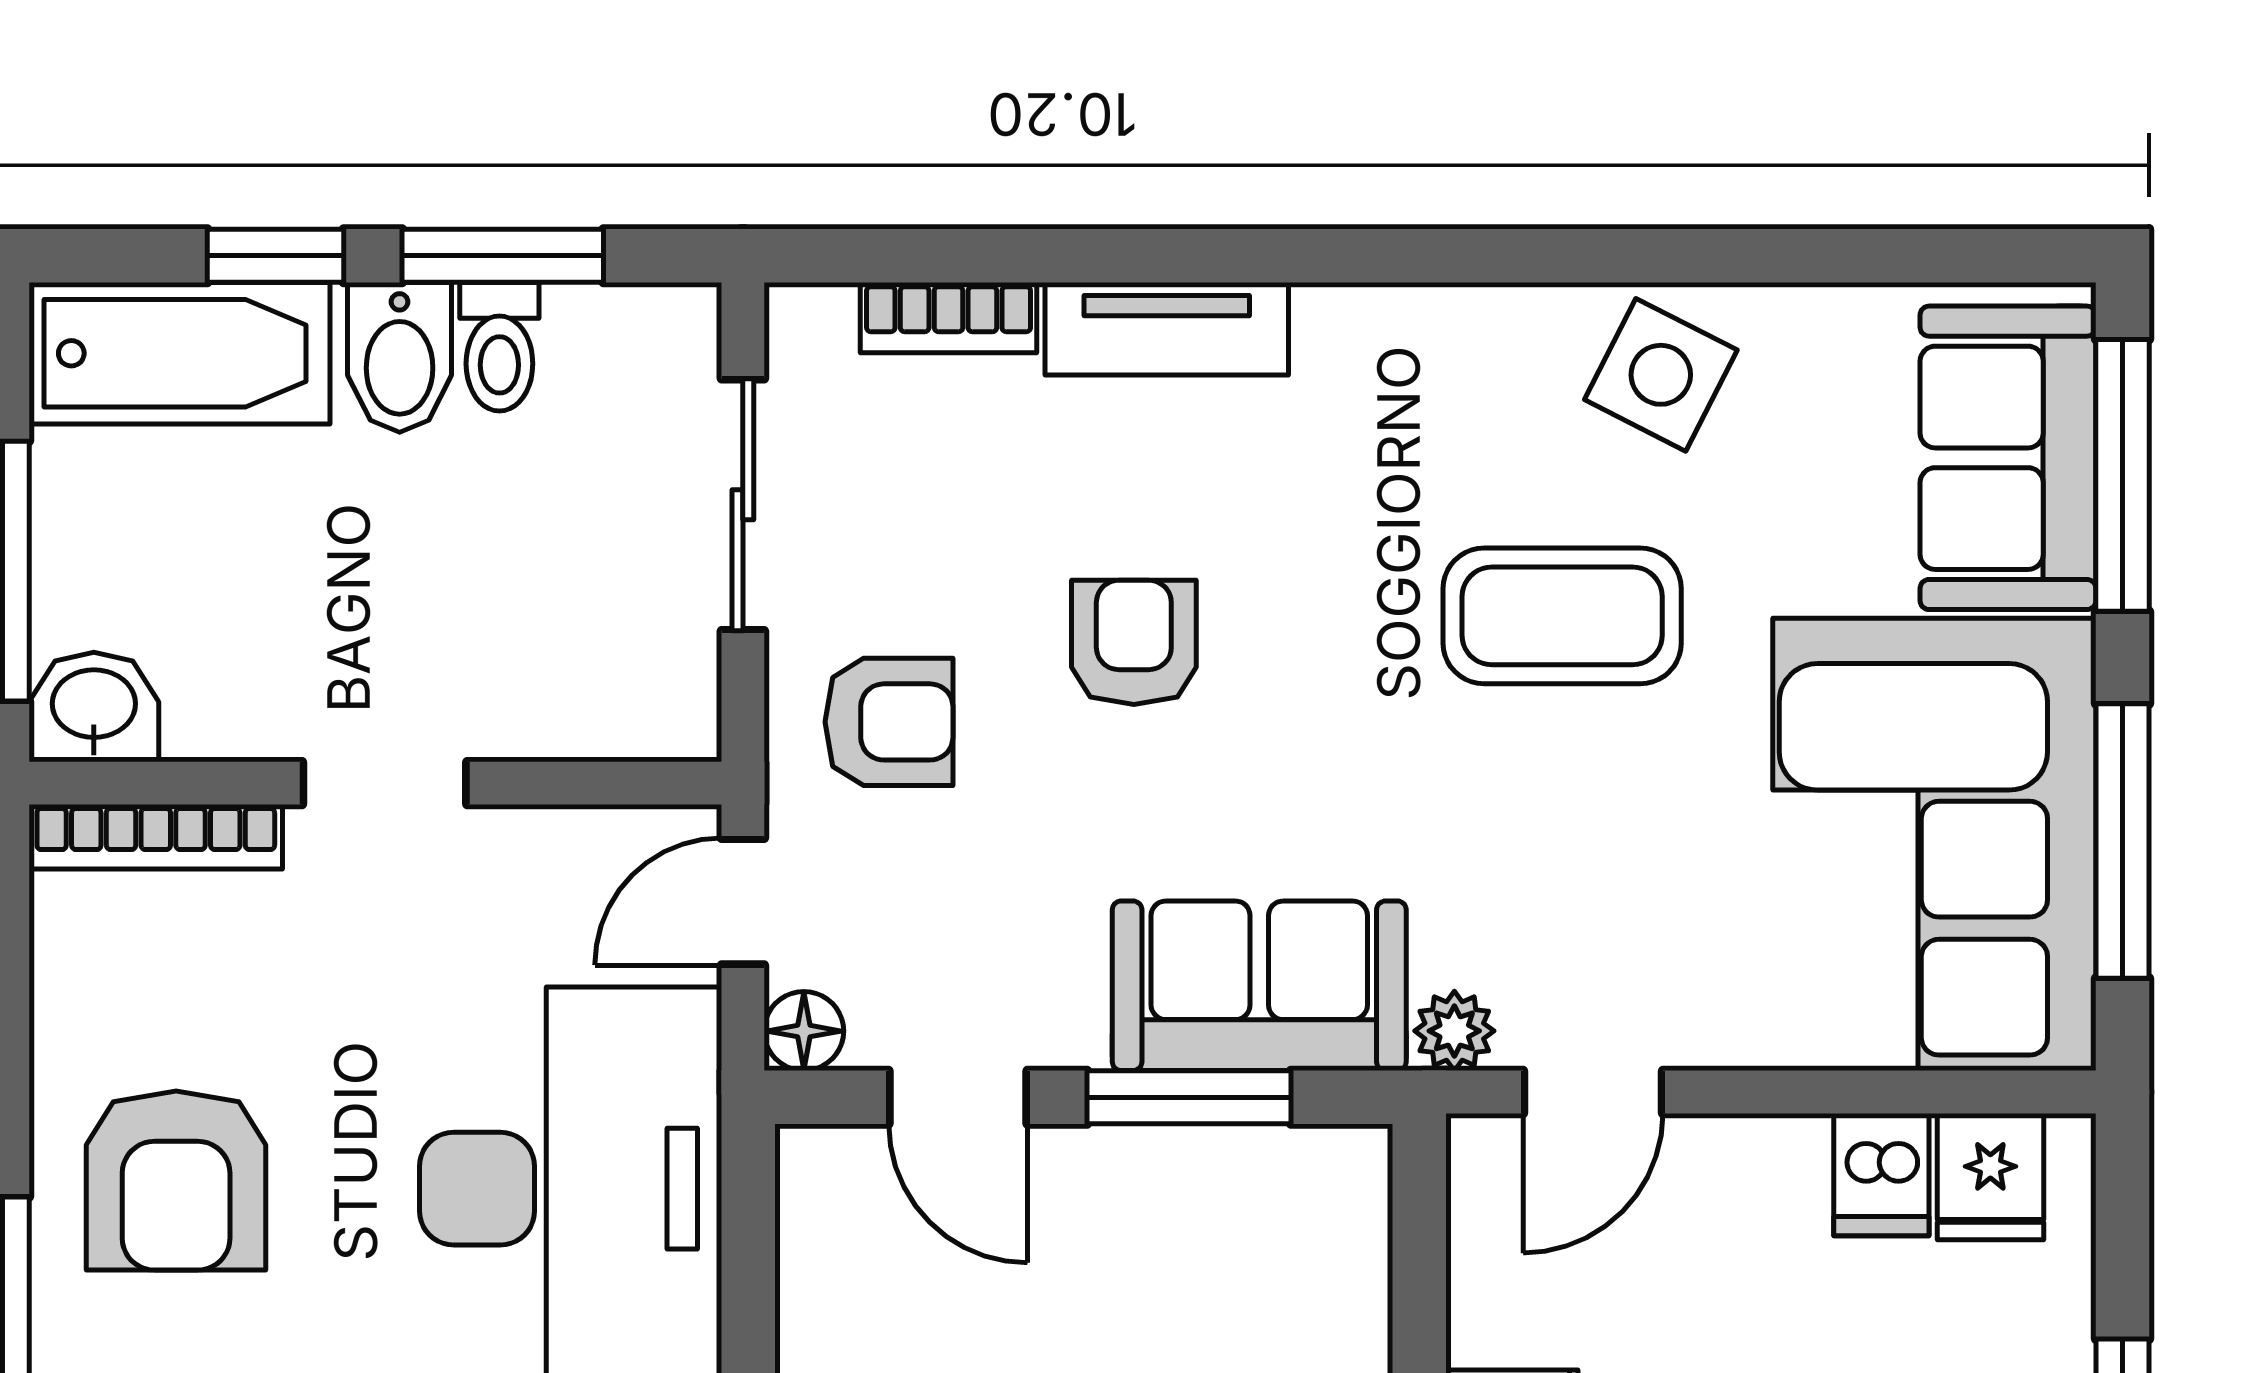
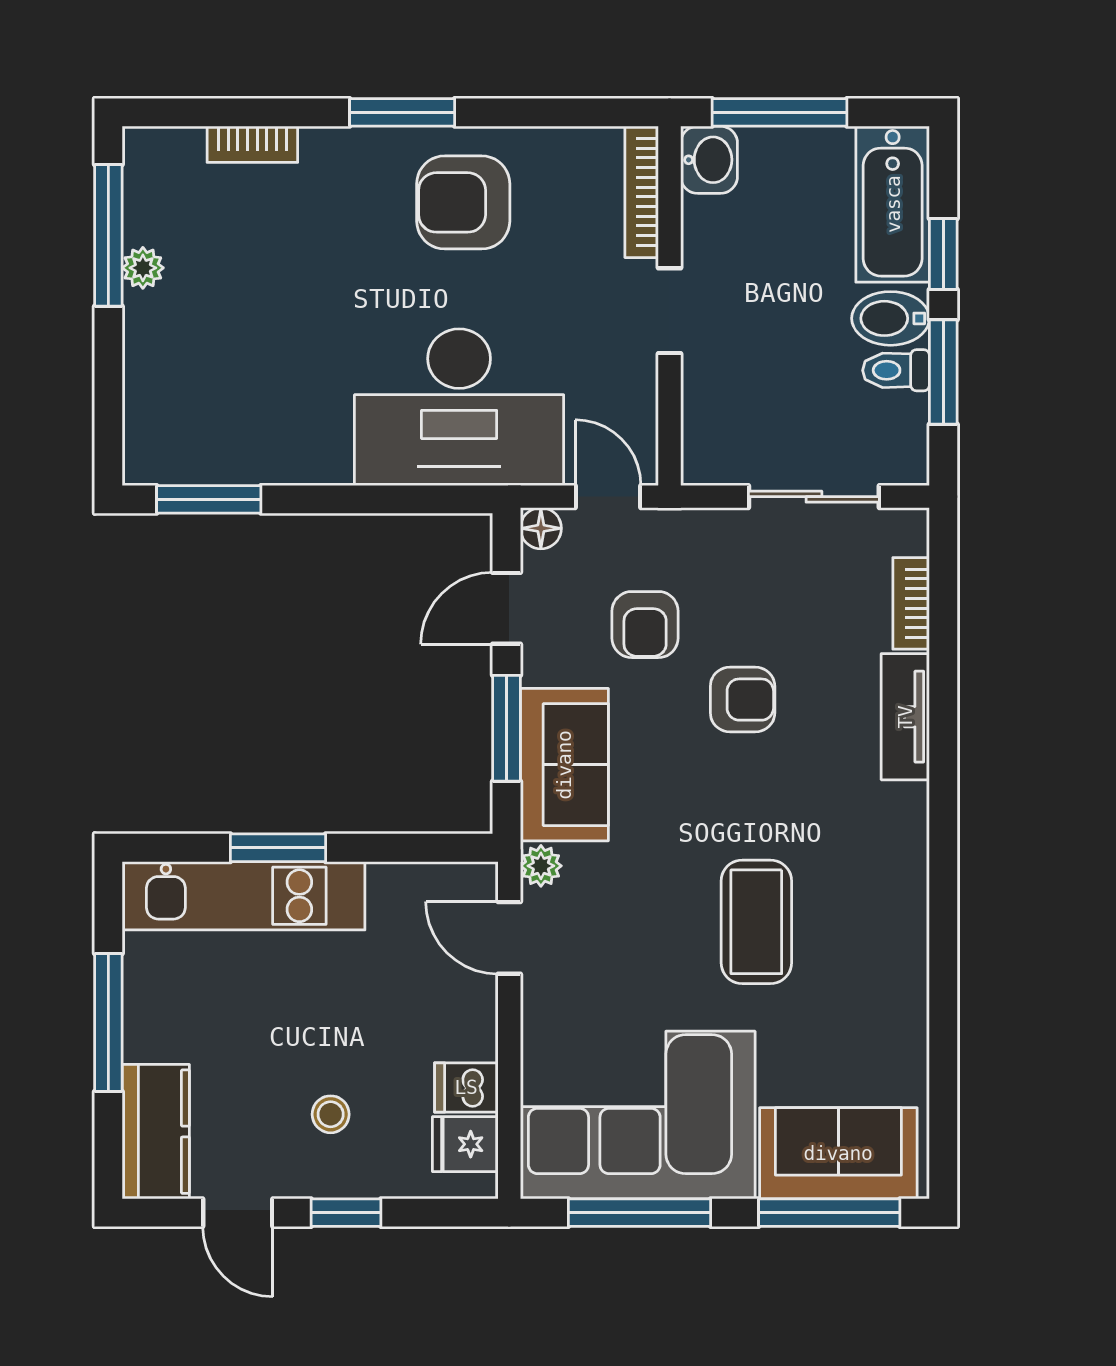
side table: (1661, 375) -> (881, 973), removed
armchair: (889, 722) -> (645, 625), moved

